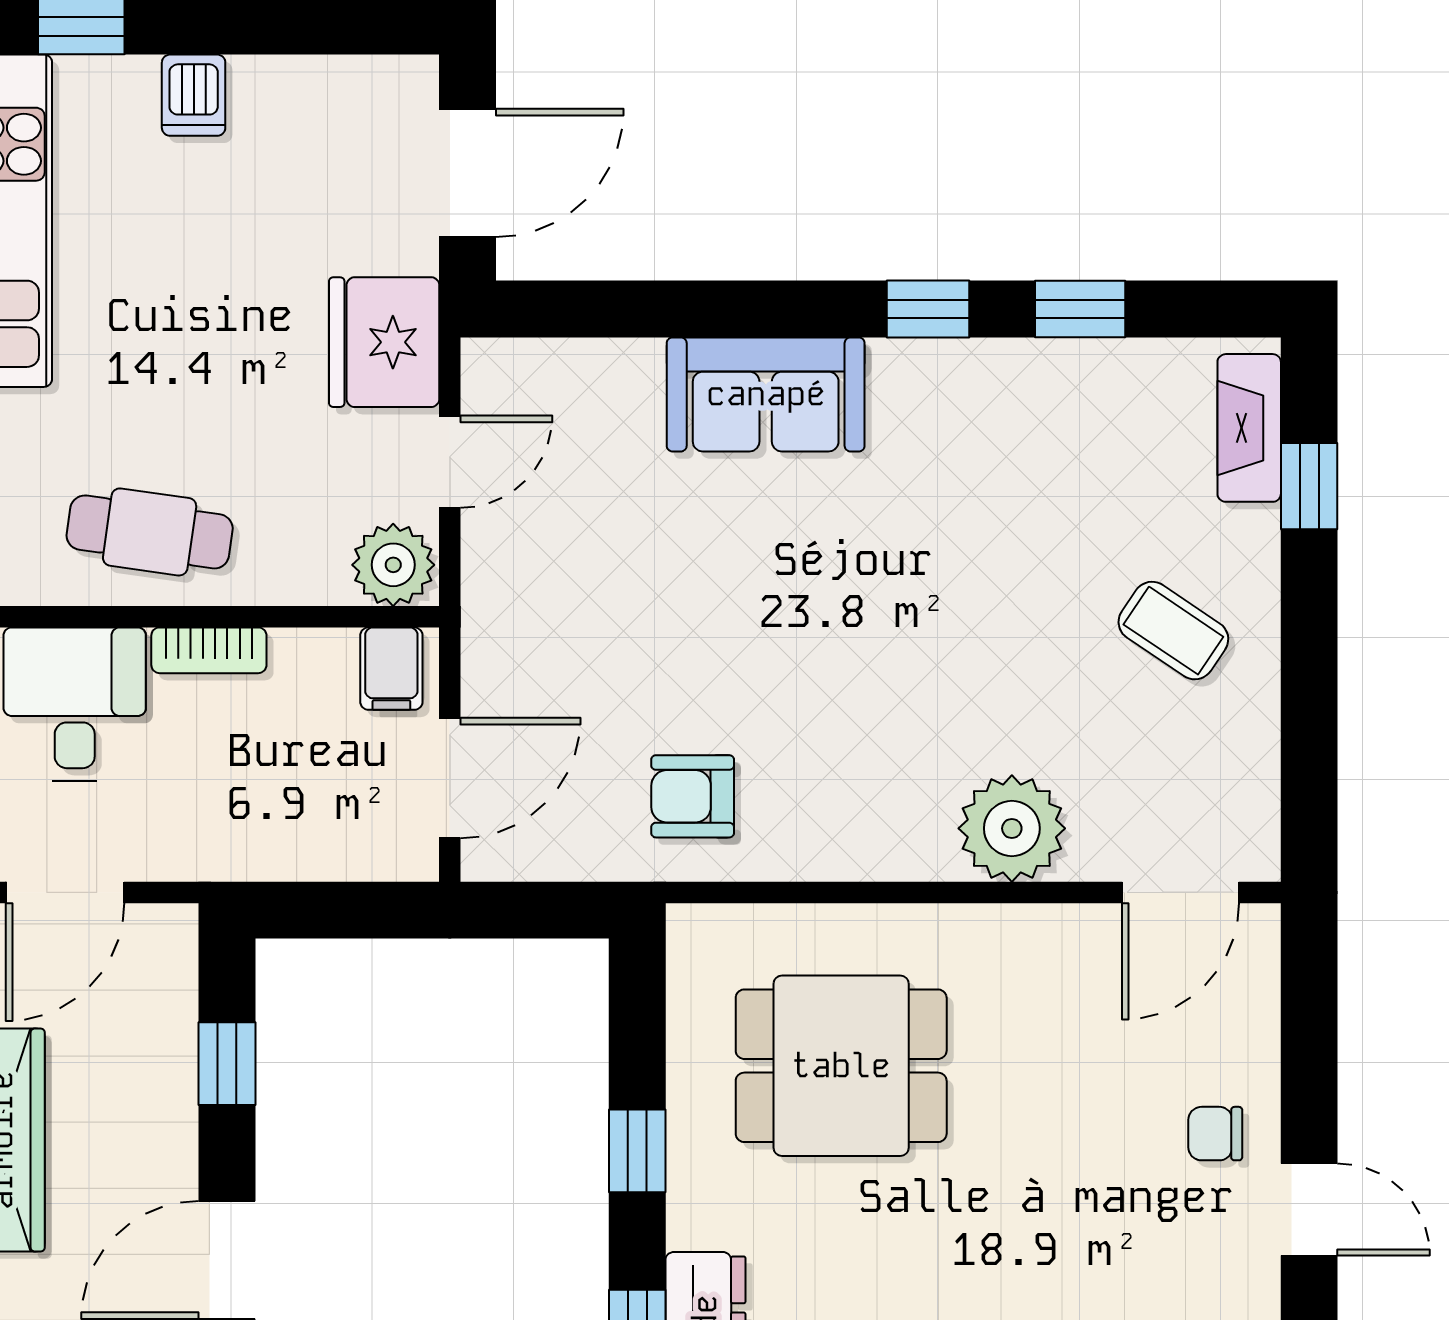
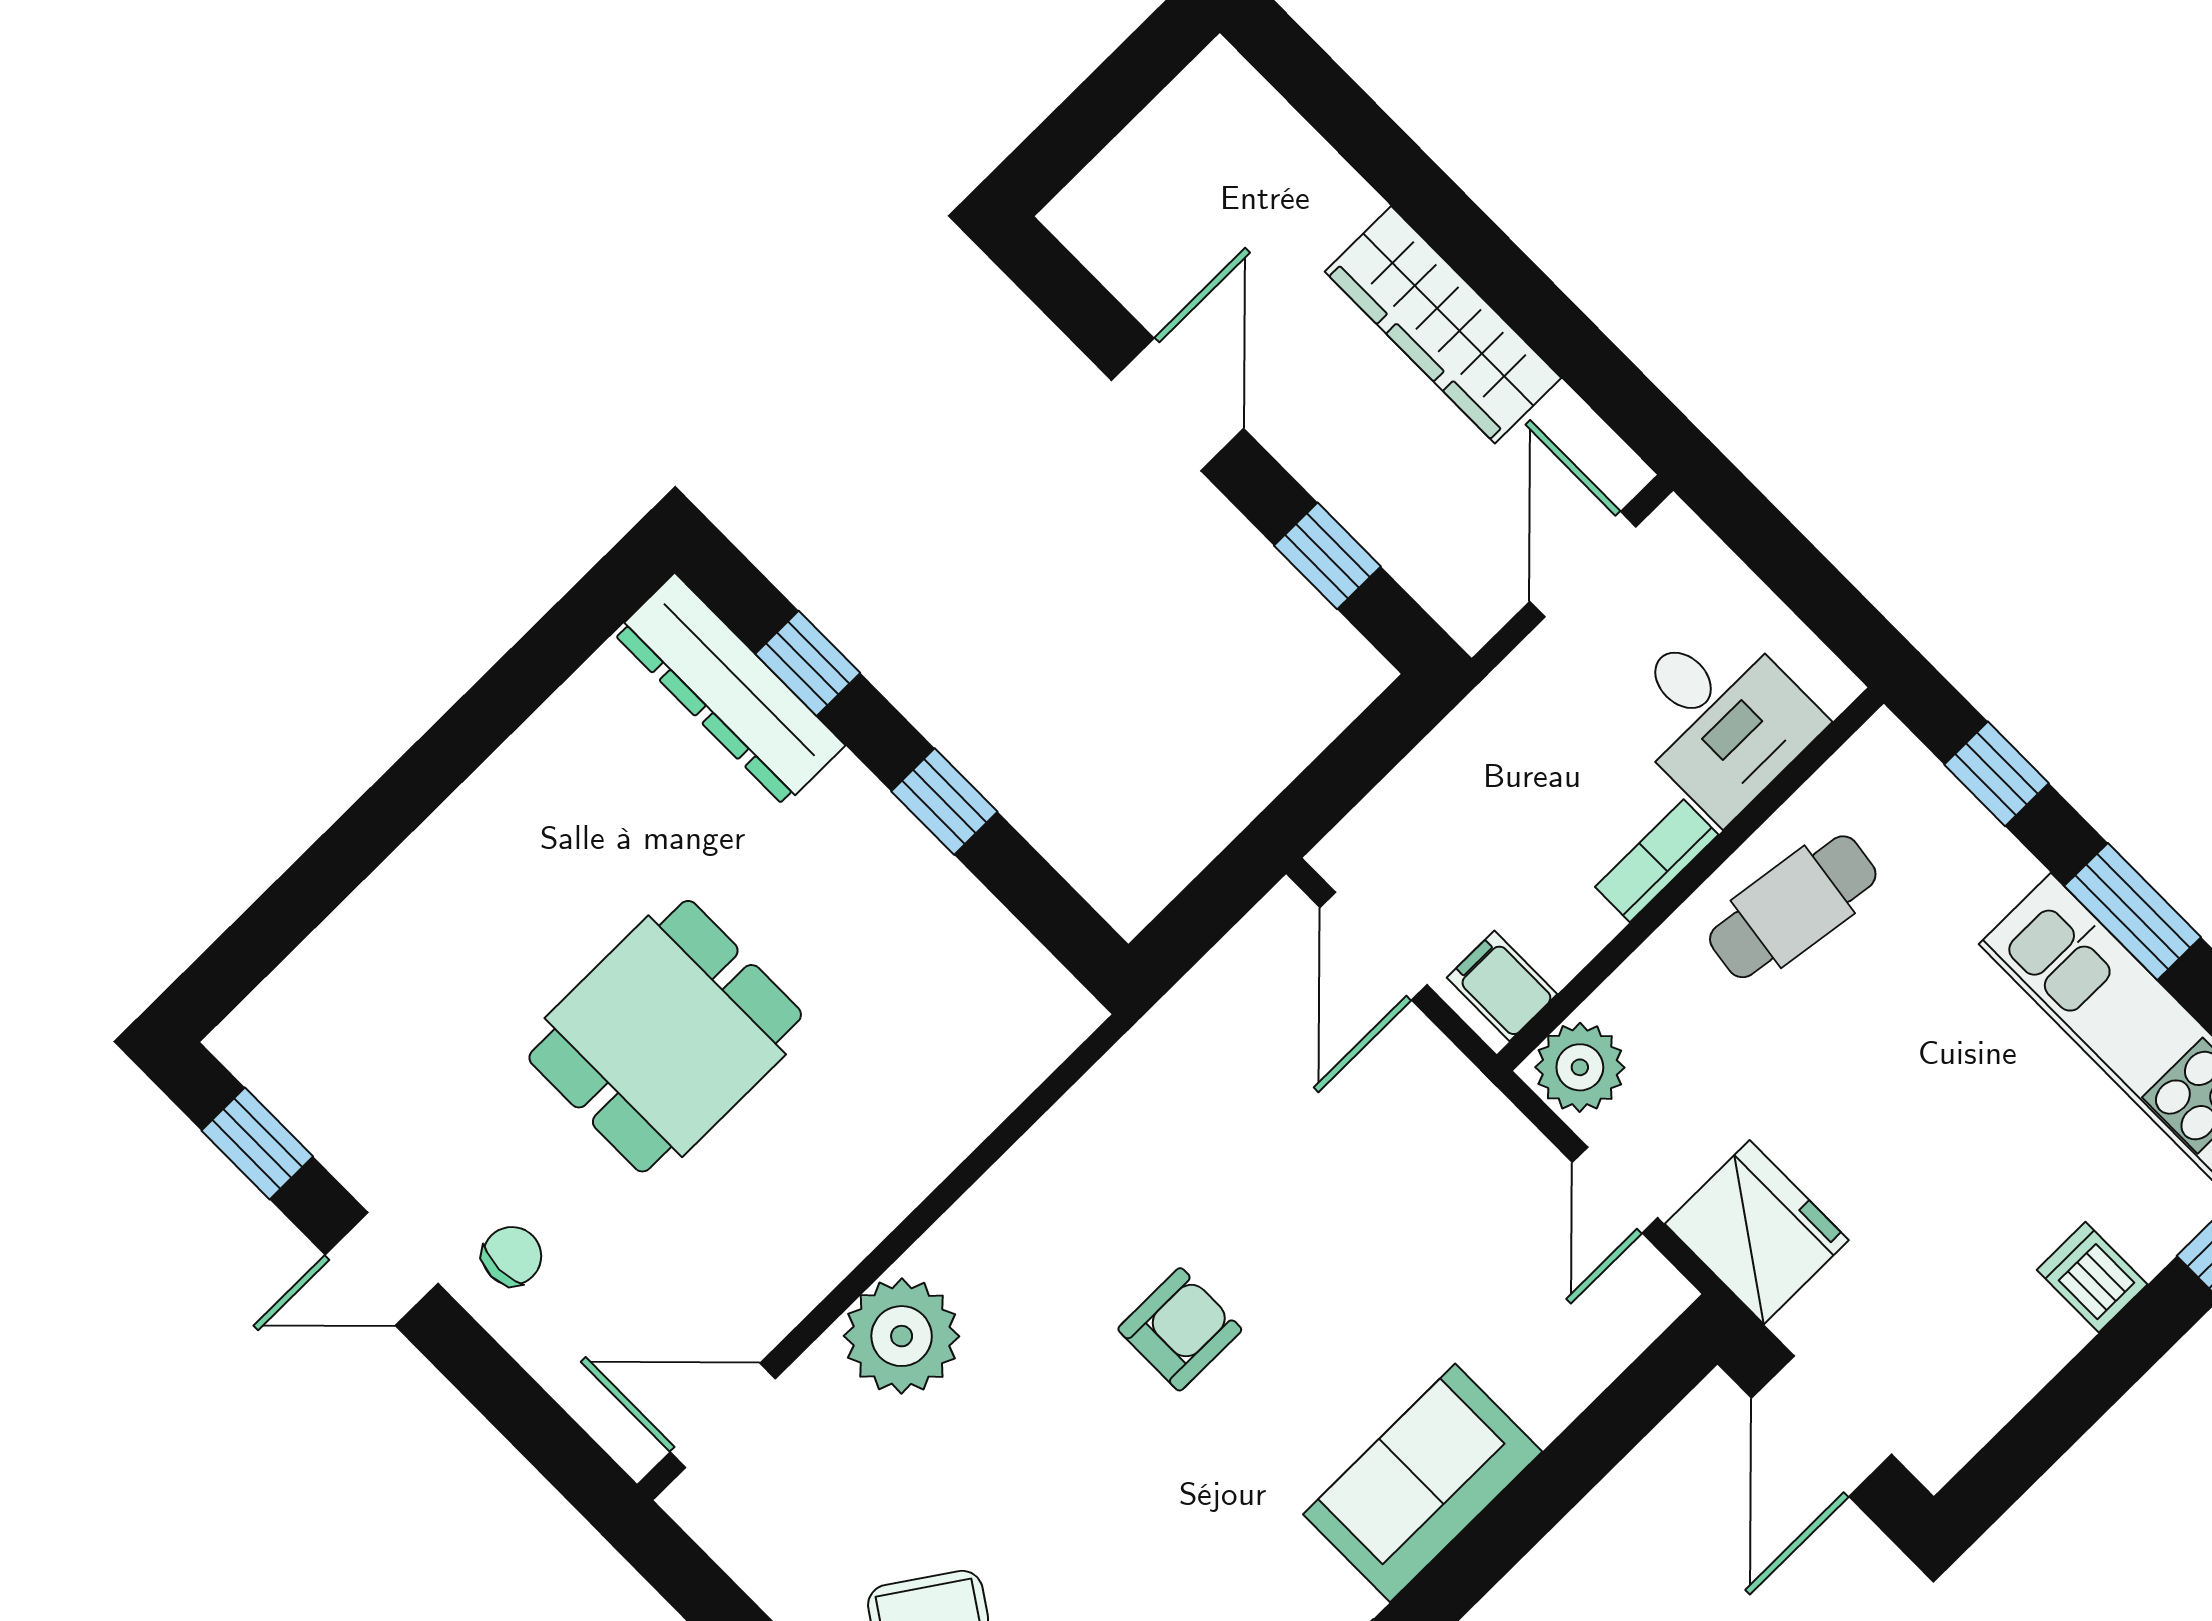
armchair: (693, 796) -> (1180, 1329), moved
door: (1180, 892) -> (723, 1415), hinge flipped
dining table: (841, 1066) -> (665, 1036), moved

